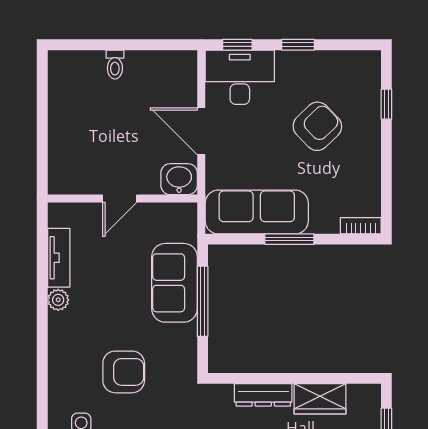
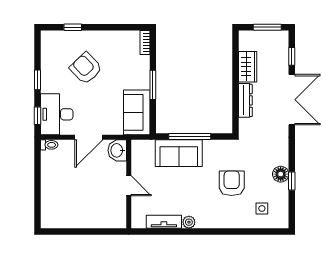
toilet: (115, 65) -> (49, 145), moved
sofa: (257, 212) -> (137, 112), width x0.73

